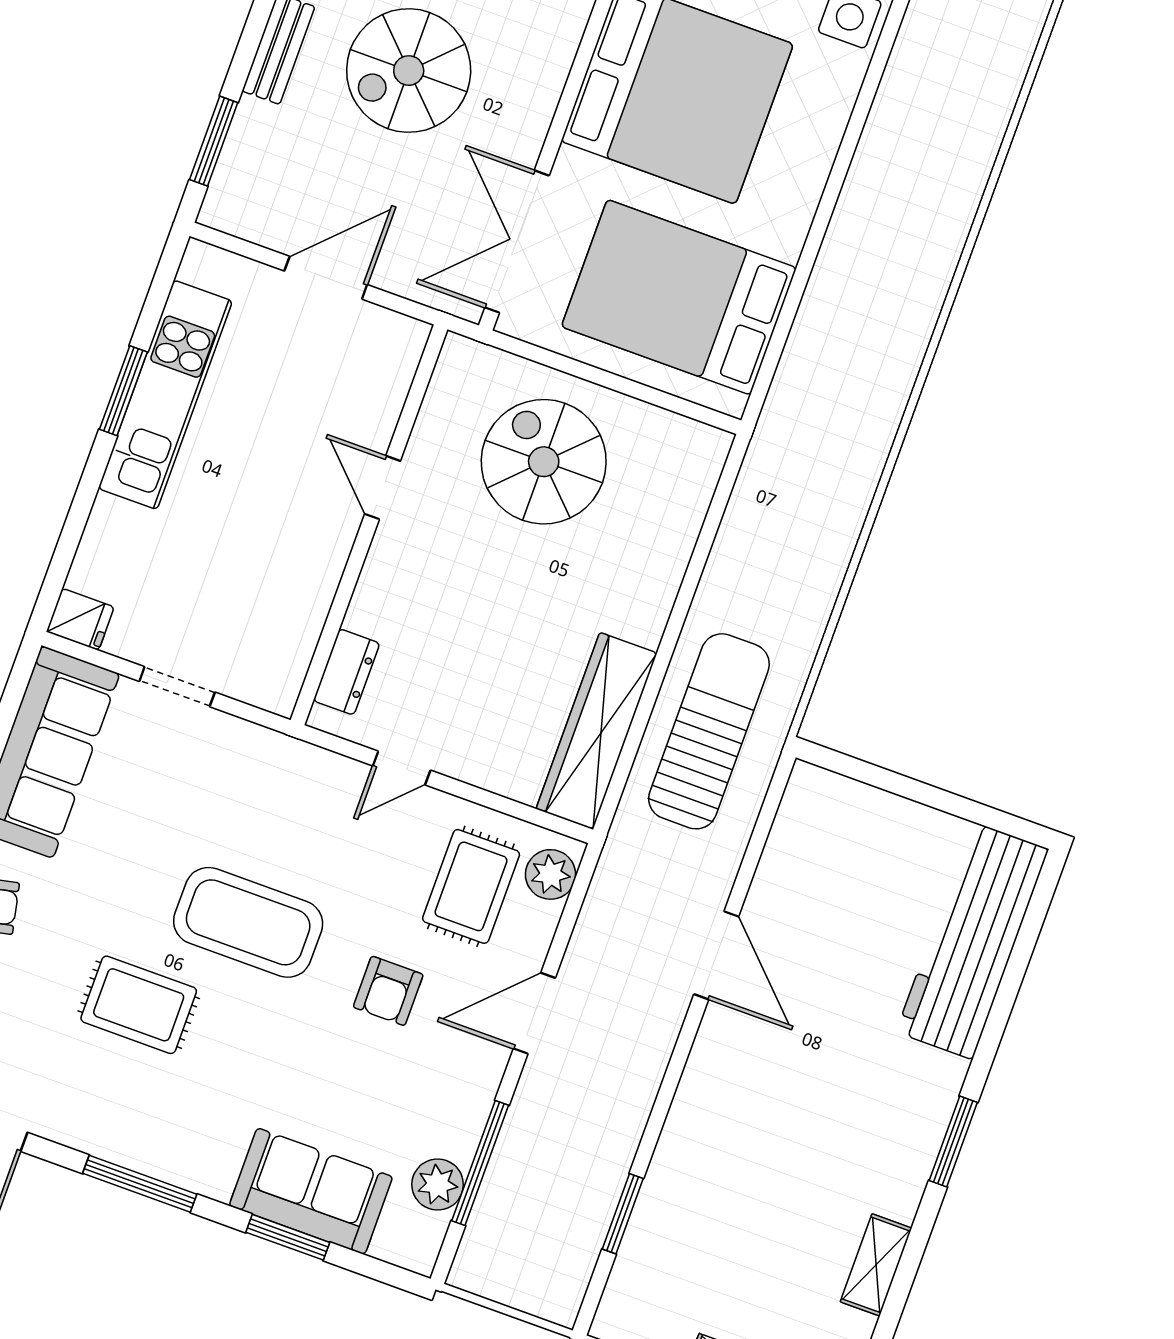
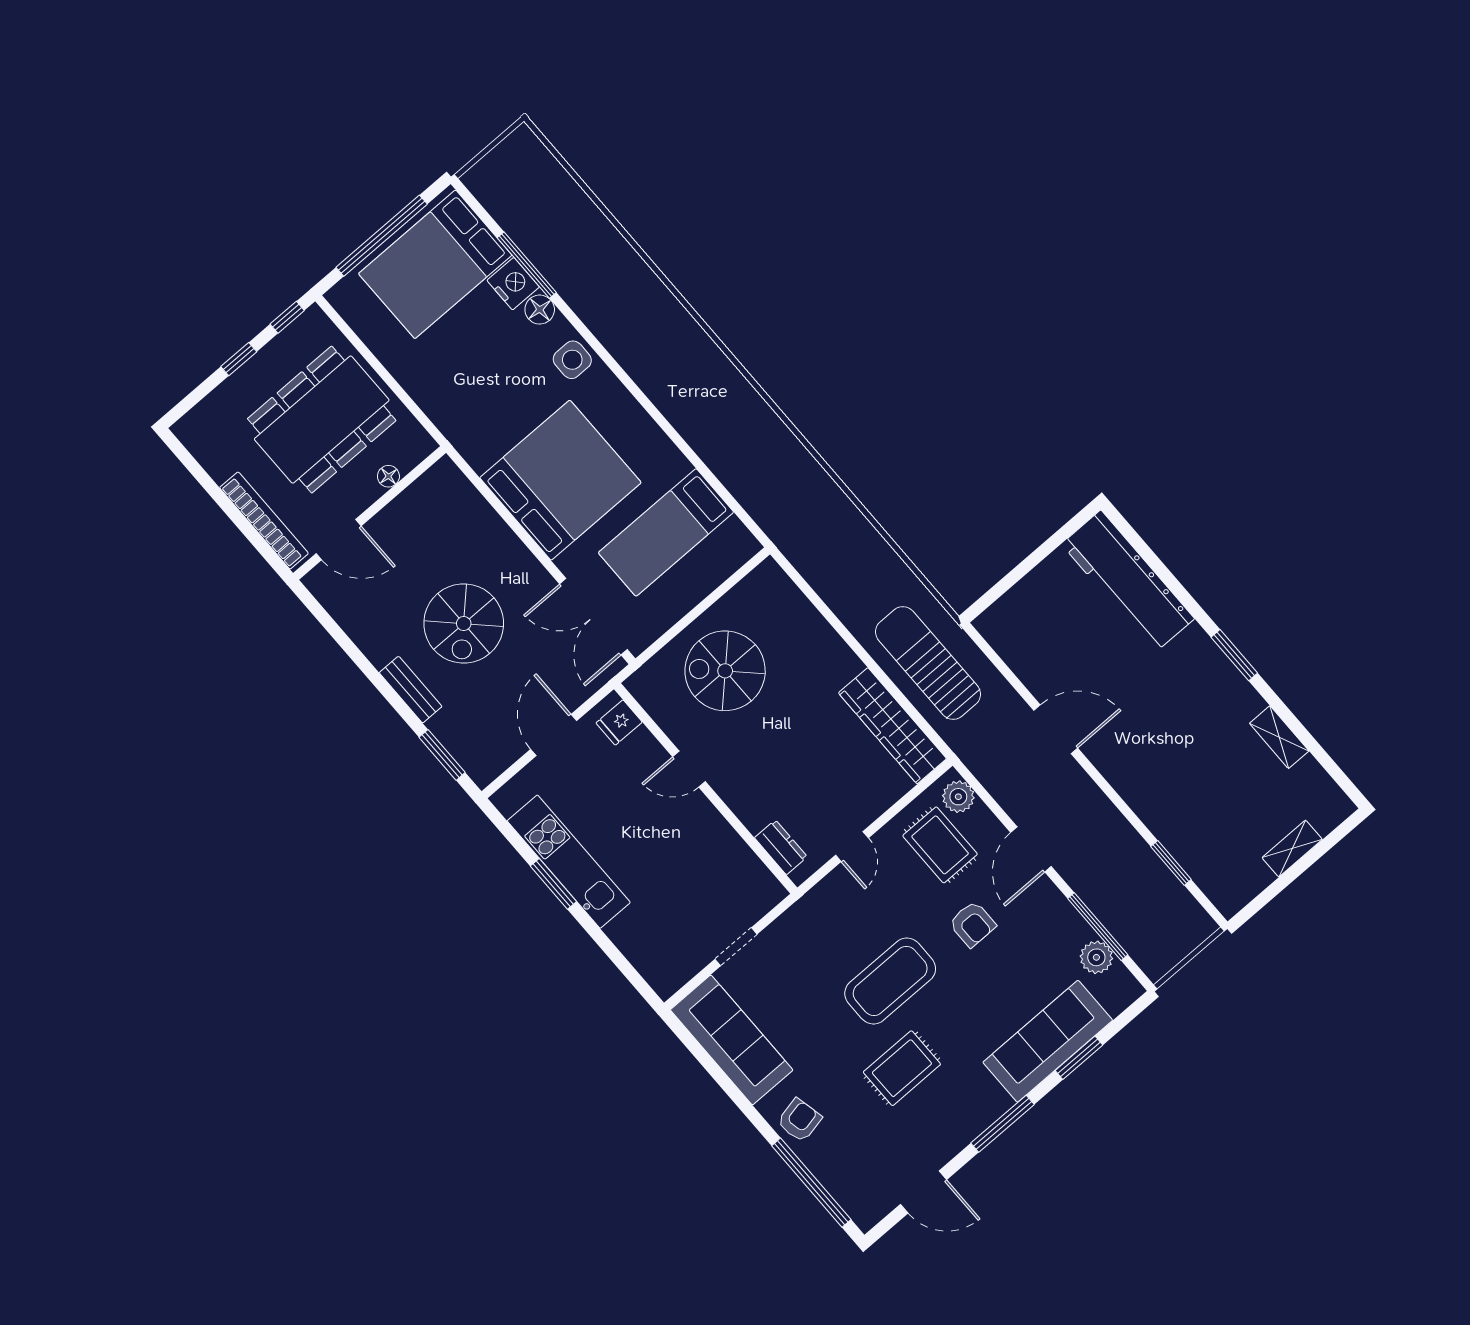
bed: (679, 297) -> (666, 532), width x0.67
fridge: (80, 619) -> (619, 722), moved, turned 180
sofa: (311, 1191) -> (1048, 1041), width x1.36

